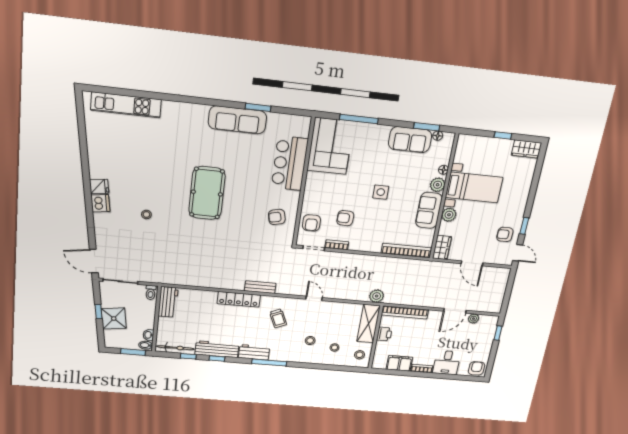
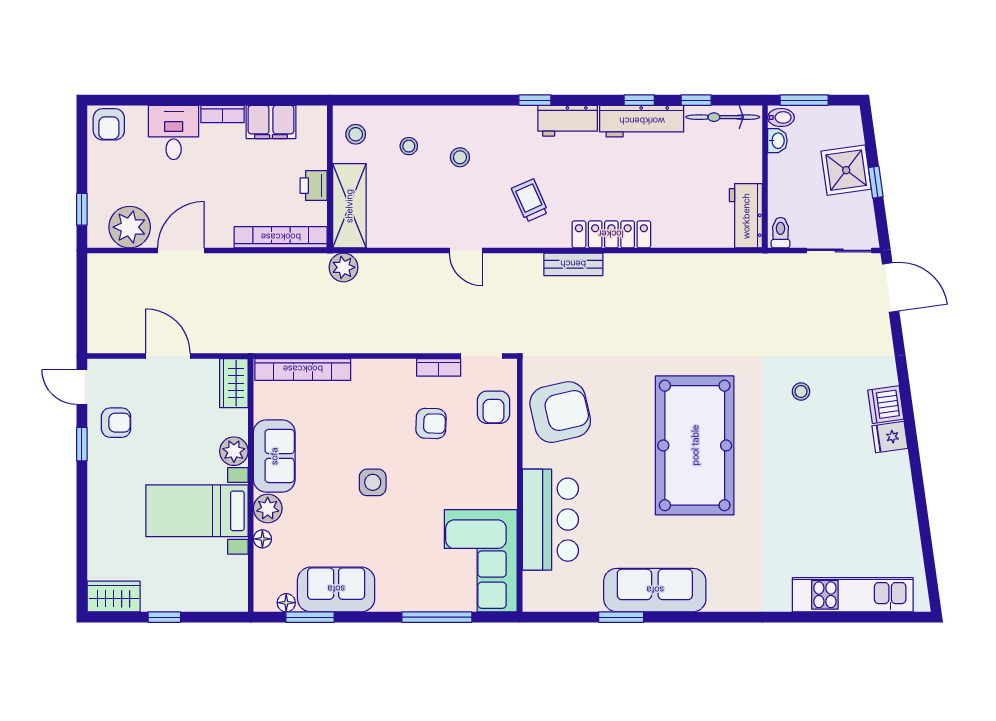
pool table: (207, 193) -> (695, 445), width x1.36, depth x1.32
armchair: (277, 217) -> (560, 412), width x1.88, depth x1.88
armchair: (311, 223) -> (494, 407), turned 180
plant: (474, 319) -> (130, 227), width x1.87, depth x1.87
window: (269, 363) -> (535, 100), width x0.46

